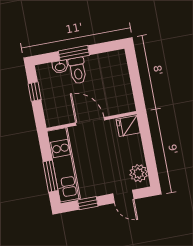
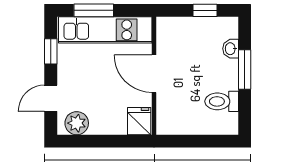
toilet: (78, 70) -> (222, 101), moved
door: (90, 121) -> (154, 74), swing flipped

